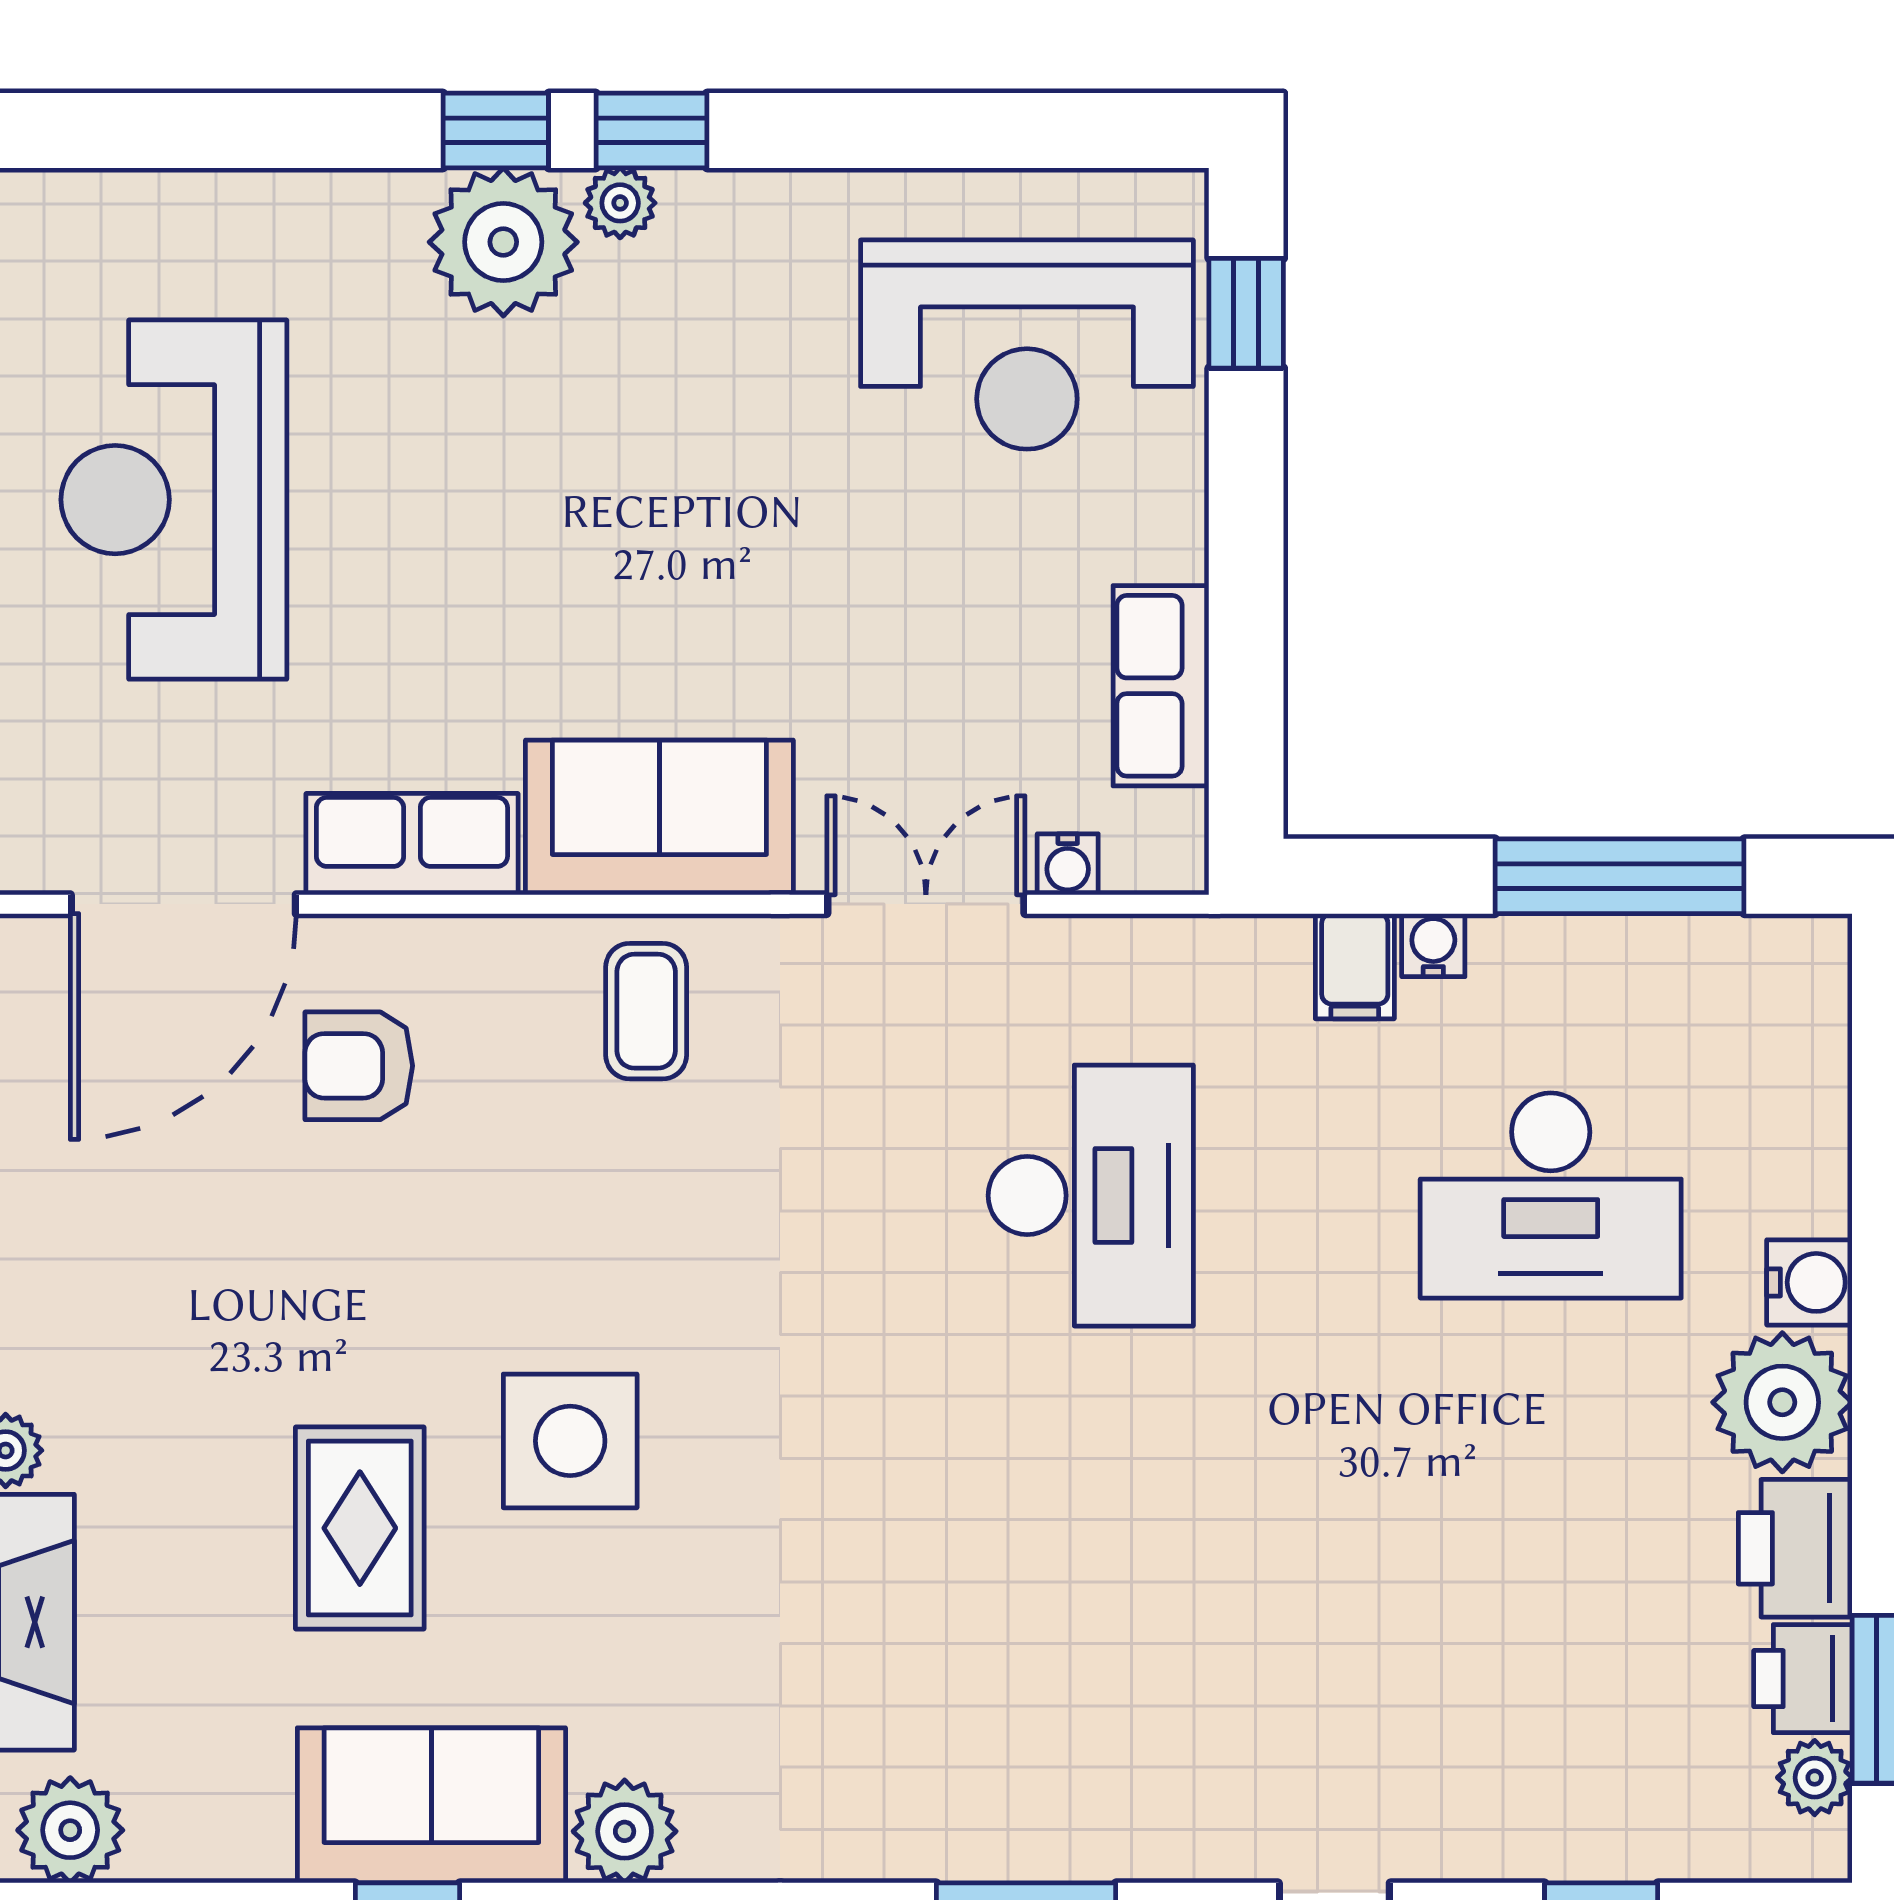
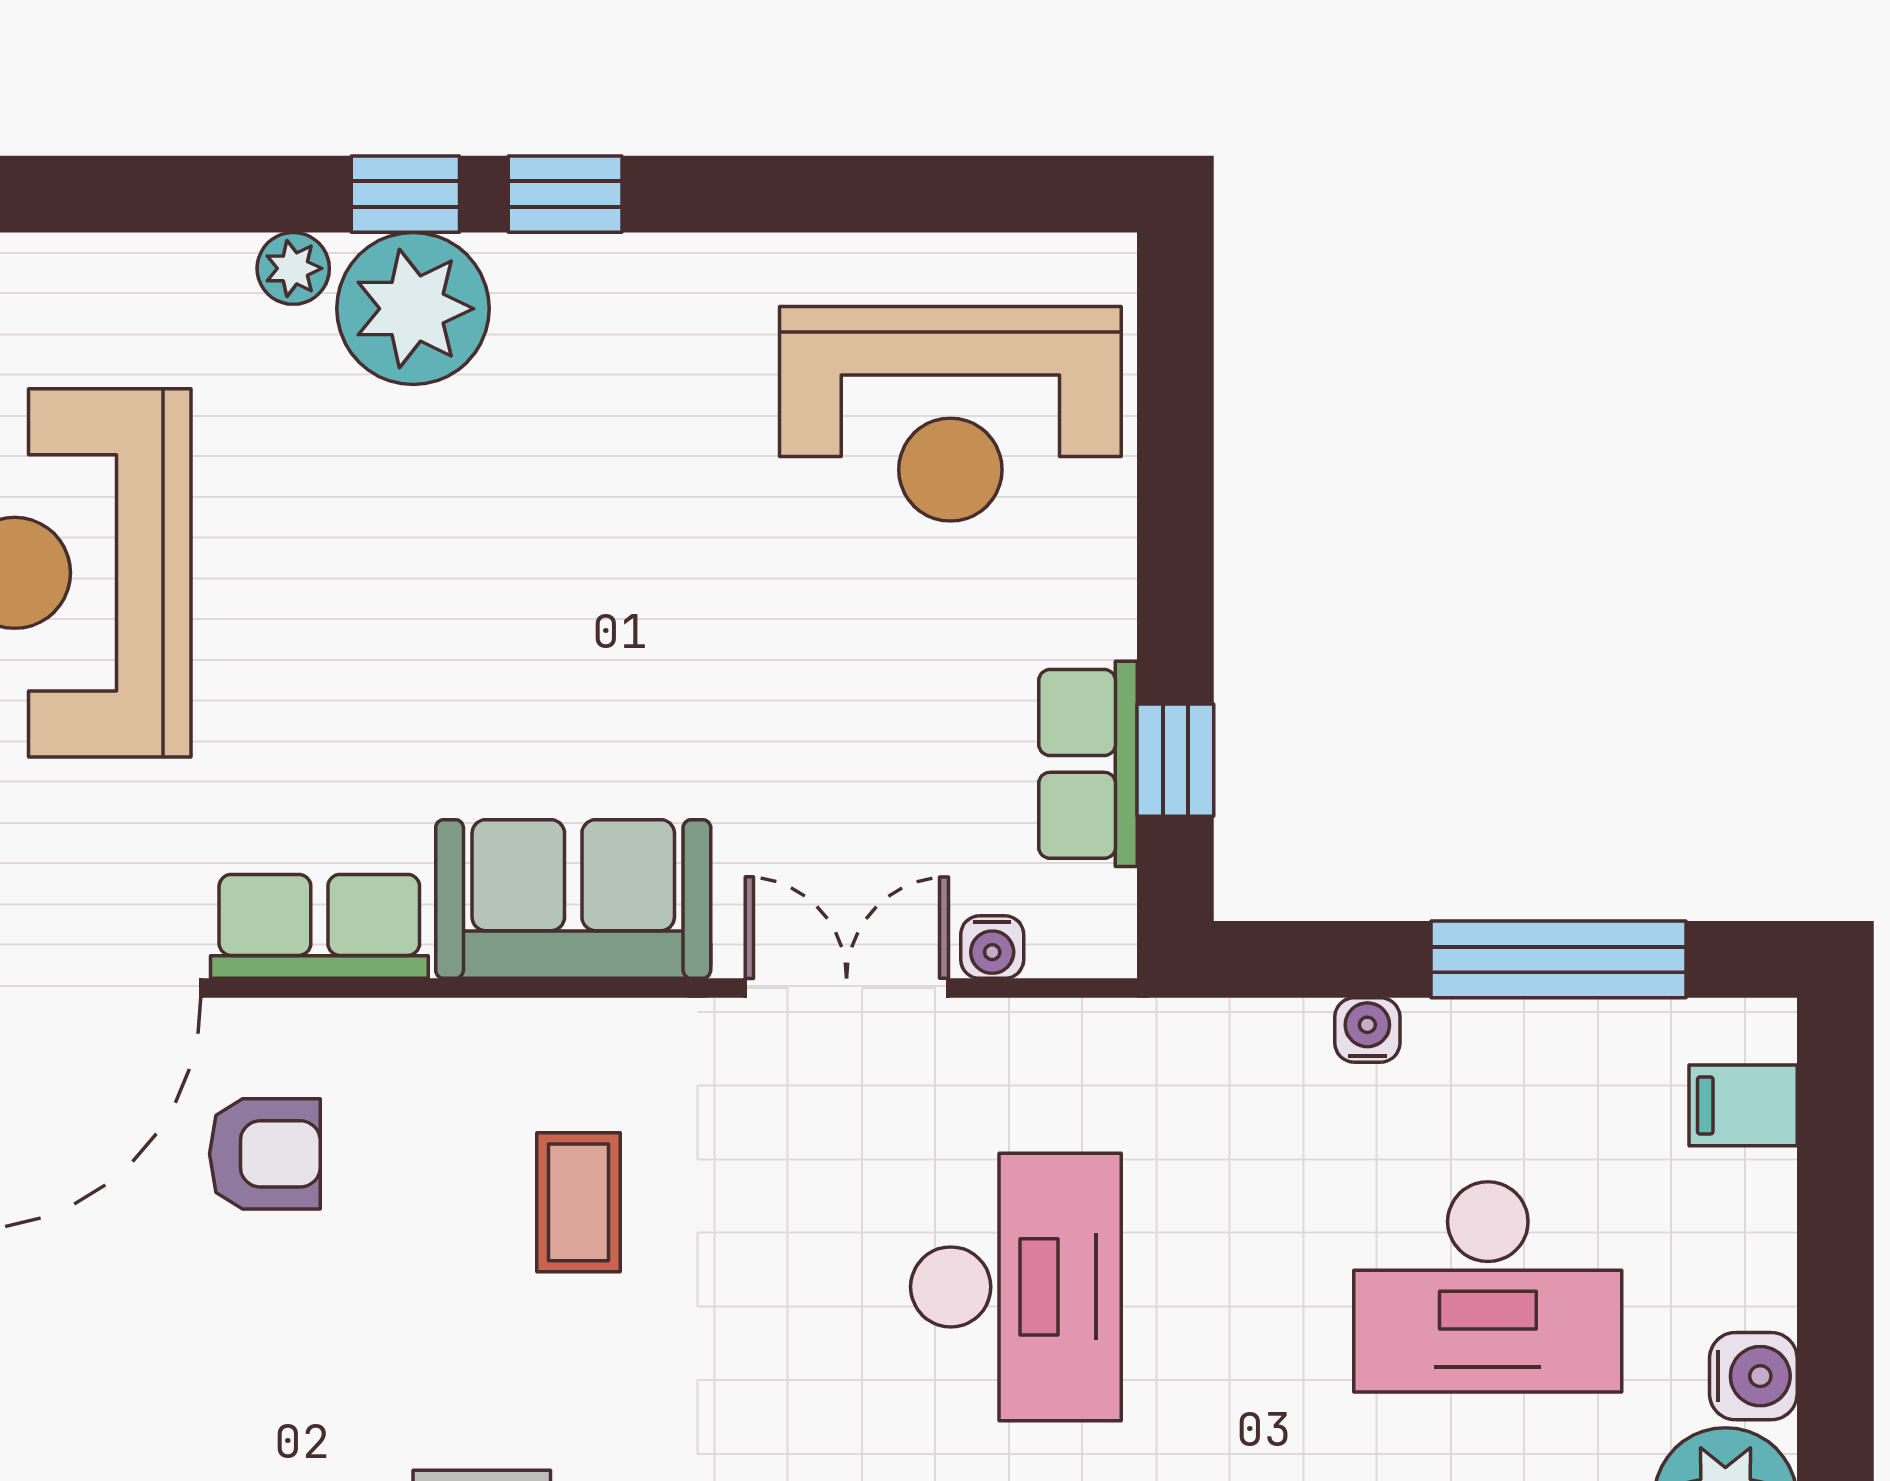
plant: (620, 203) -> (293, 268), moved
window: (1246, 313) -> (1175, 760), moved
filing cabinet: (1355, 966) -> (1743, 1105), moved, turned 90
coffee table: (646, 1011) -> (578, 1202), moved
armchair: (359, 1066) -> (265, 1154), turned 180

